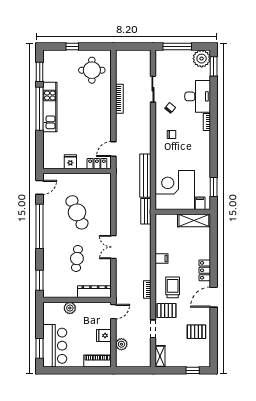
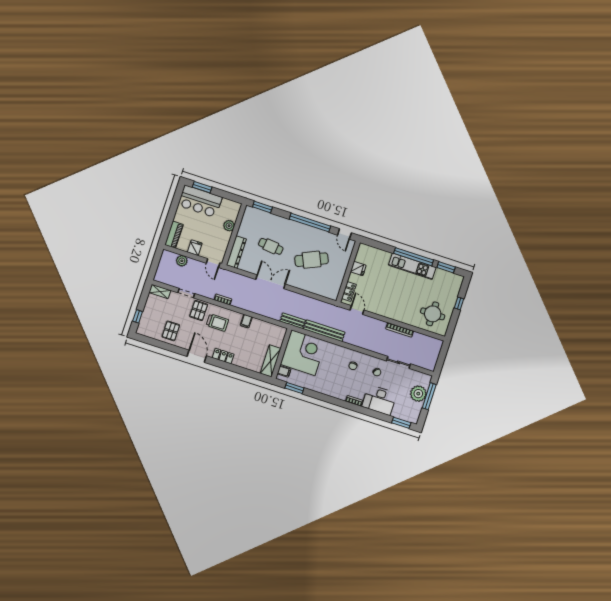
plant: (202, 59) -> (418, 394), moved
double door: (113, 247) -> (270, 282), width x1.37

